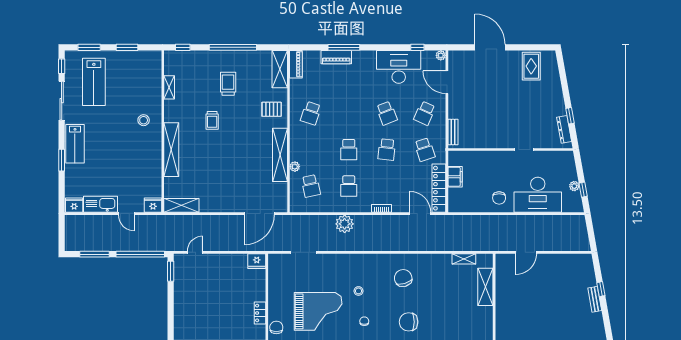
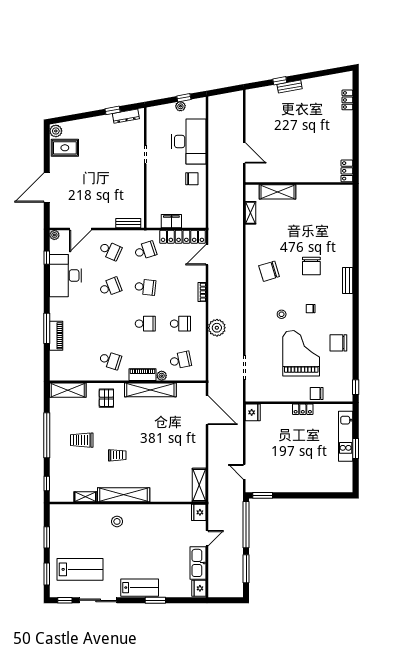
plant: (549, 57) -> (56, 131), added
piano: (296, 64) -> (142, 375), moved
shelving: (171, 150) -> (124, 495), moved

